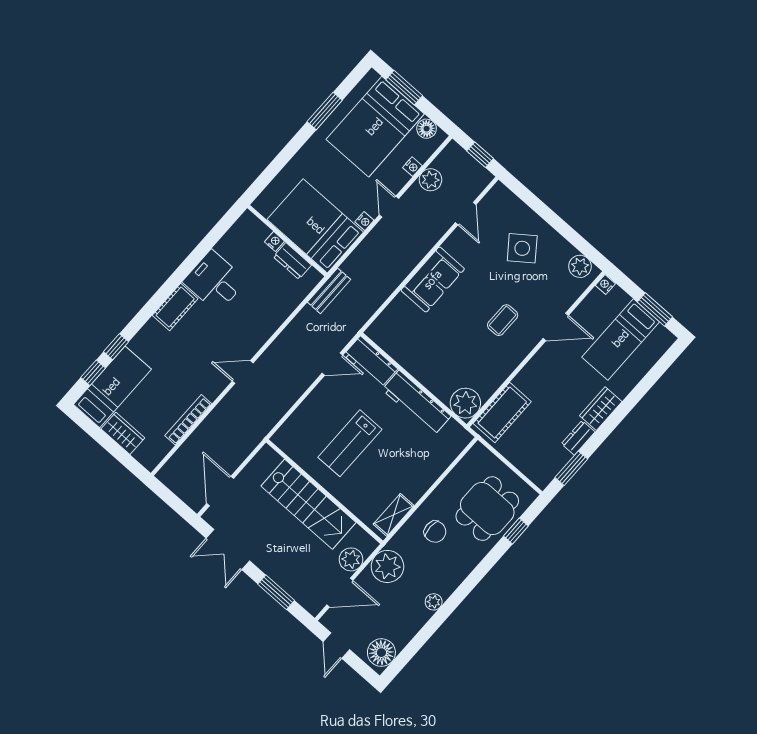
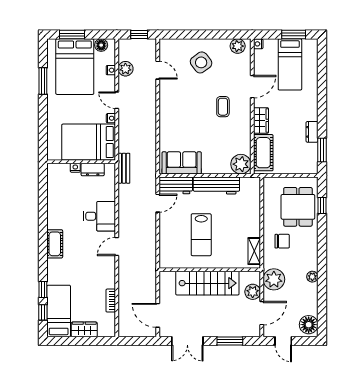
sofa: (433, 280) -> (182, 163), moved, turned -90
desk: (215, 281) -> (99, 216), moved, turned 180
wardrobe: (601, 409) -> (261, 120), moved, turned 180
bookcase: (188, 420) -> (111, 301), width x0.64

